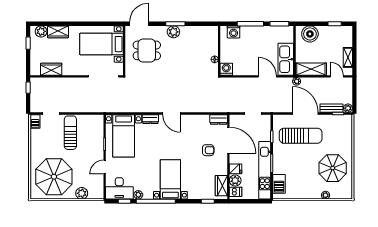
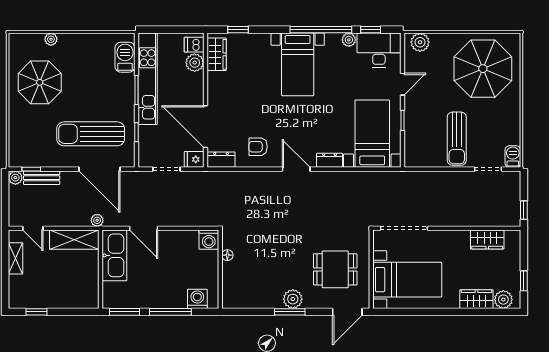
boiler: (310, 34) -> (76, 296), removed
door: (305, 113) -> (100, 169), moved
armchair: (208, 150) -> (258, 147), moved
fridge: (236, 169) -> (194, 159), moved
plant: (82, 193) -> (420, 42), moved

